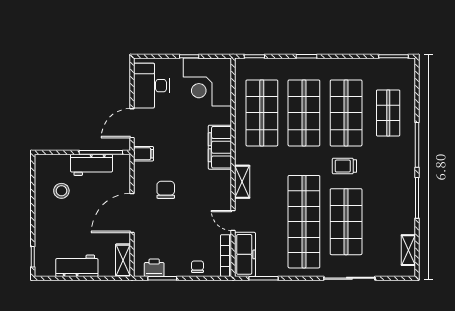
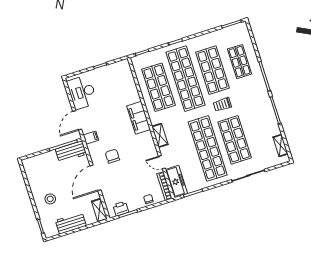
corner desk: (207, 82) -> (117, 78), removed
shop shelf: (304, 113) -> (185, 79), width x1.40
workbench: (91, 165) -> (71, 152), moved
stool: (61, 191) -> (50, 199), moved

